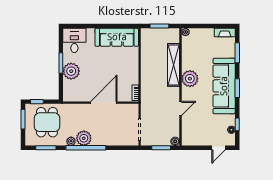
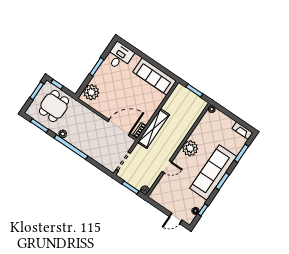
shelving: (174, 65) -> (153, 129), moved
plant: (71, 71) -> (91, 92), moved
door: (104, 103) -> (119, 128), moved
plant: (84, 138) -> (74, 138), removed

